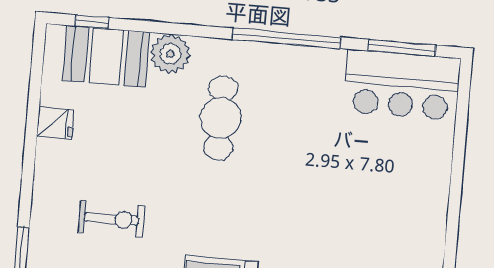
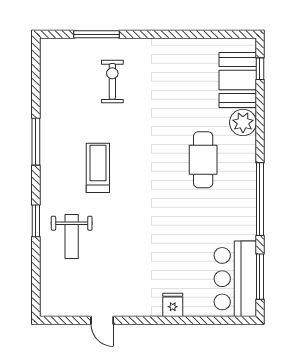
cafe table: (221, 118) -> (203, 160), turned 90
fridge: (55, 123) -> (173, 305), moved, turned 180
exercise bike: (111, 219) -> (112, 81), moved, turned 180

